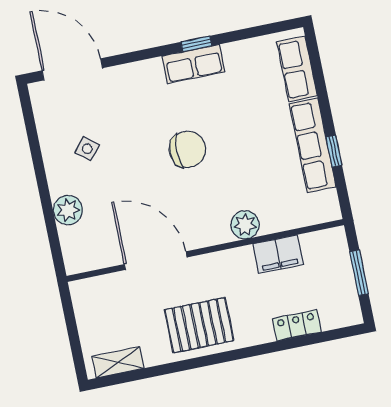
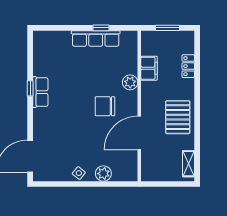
row of seats: (297, 69) -> (54, 38), removed
side table: (87, 149) -> (79, 173), moved
chair: (188, 149) -> (105, 106), moved, turned -90

